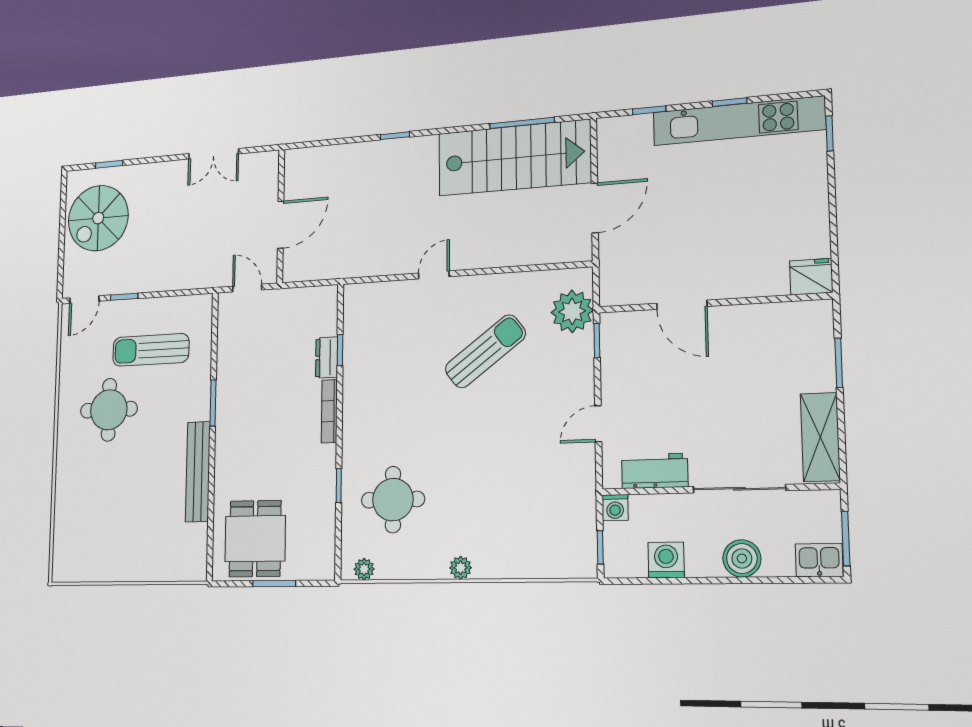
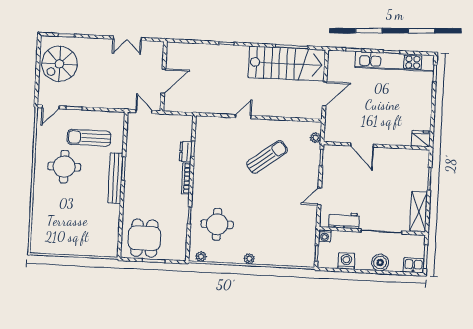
plant: (572, 311) -> (316, 138), width x0.53, depth x0.53
bench: (198, 472) -> (115, 178), moved

